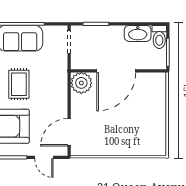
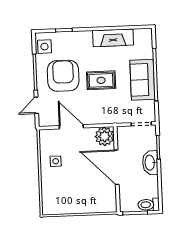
washbasin: (138, 33) -> (150, 163), moved
door: (69, 132) -> (71, 127), moved
side table: (107, 138) -> (56, 161), added

